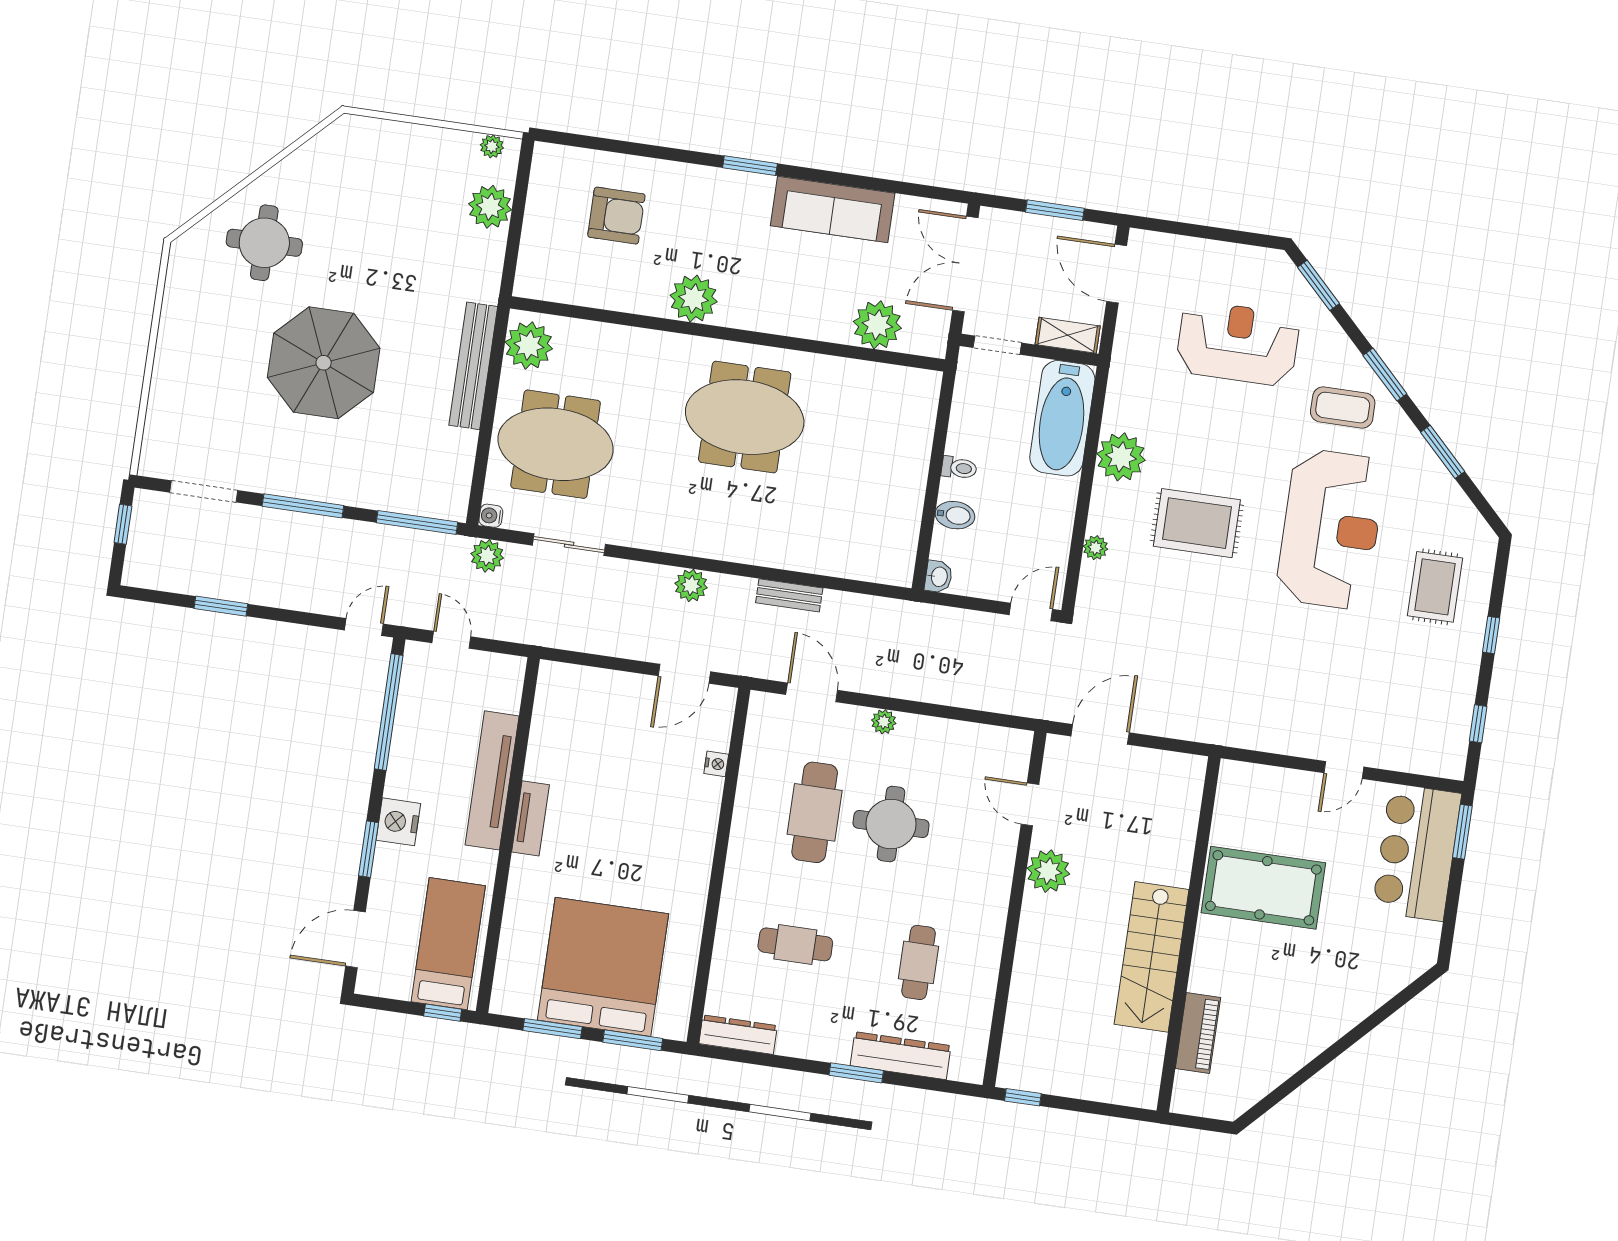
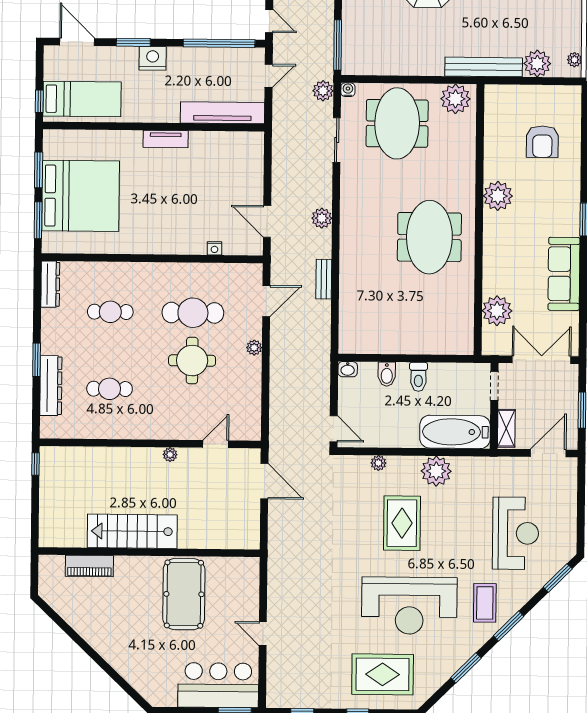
bench: (473, 366) -> (484, 67), moved
toilet: (959, 468) -> (418, 377), width x1.37, depth x1.39
rug: (1435, 587) -> (383, 674), width x1.36, depth x1.43
tv unit: (492, 780) -> (222, 113), moved
plant: (1048, 871) -> (170, 455), width x0.53, depth x0.53
cafe table: (795, 944) -> (110, 312), turned 90

